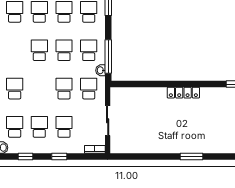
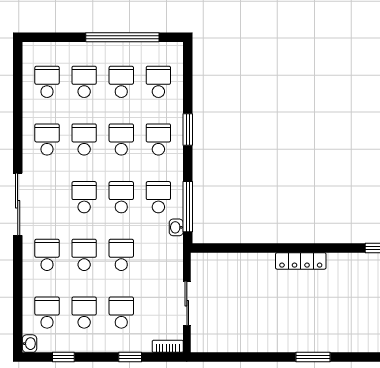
school desk: (89, 89) -> (84, 255), moved
window: (59, 157) -> (130, 357), moved

